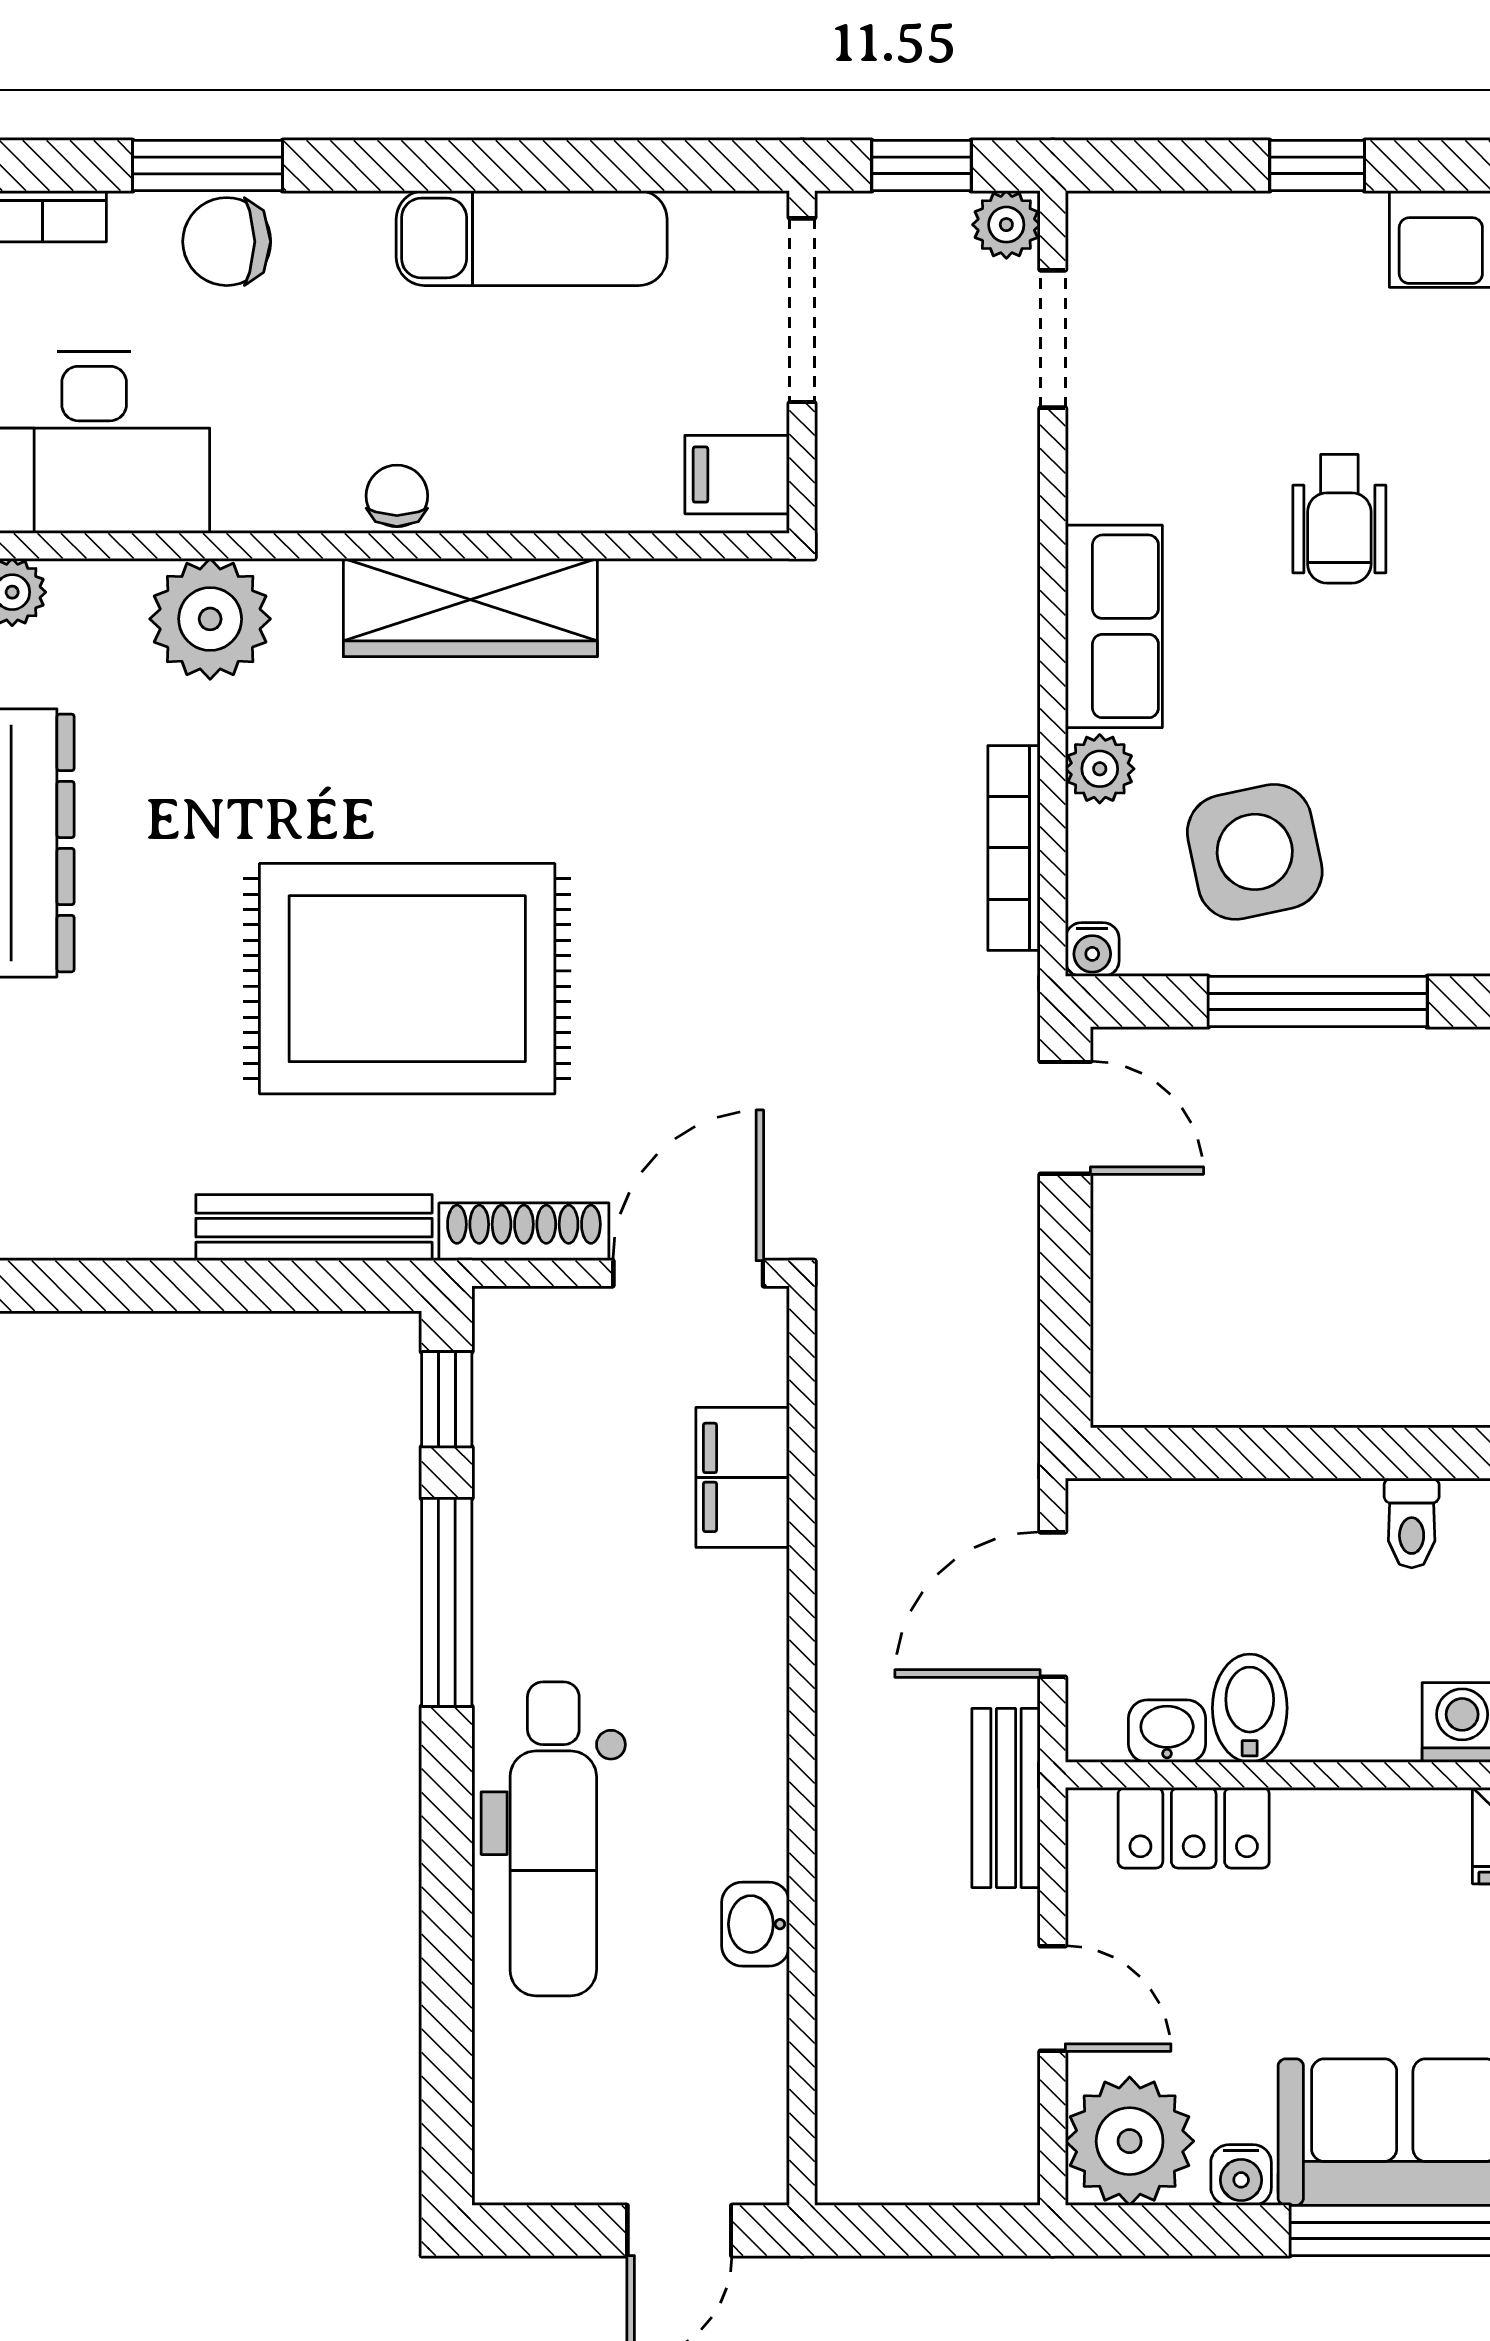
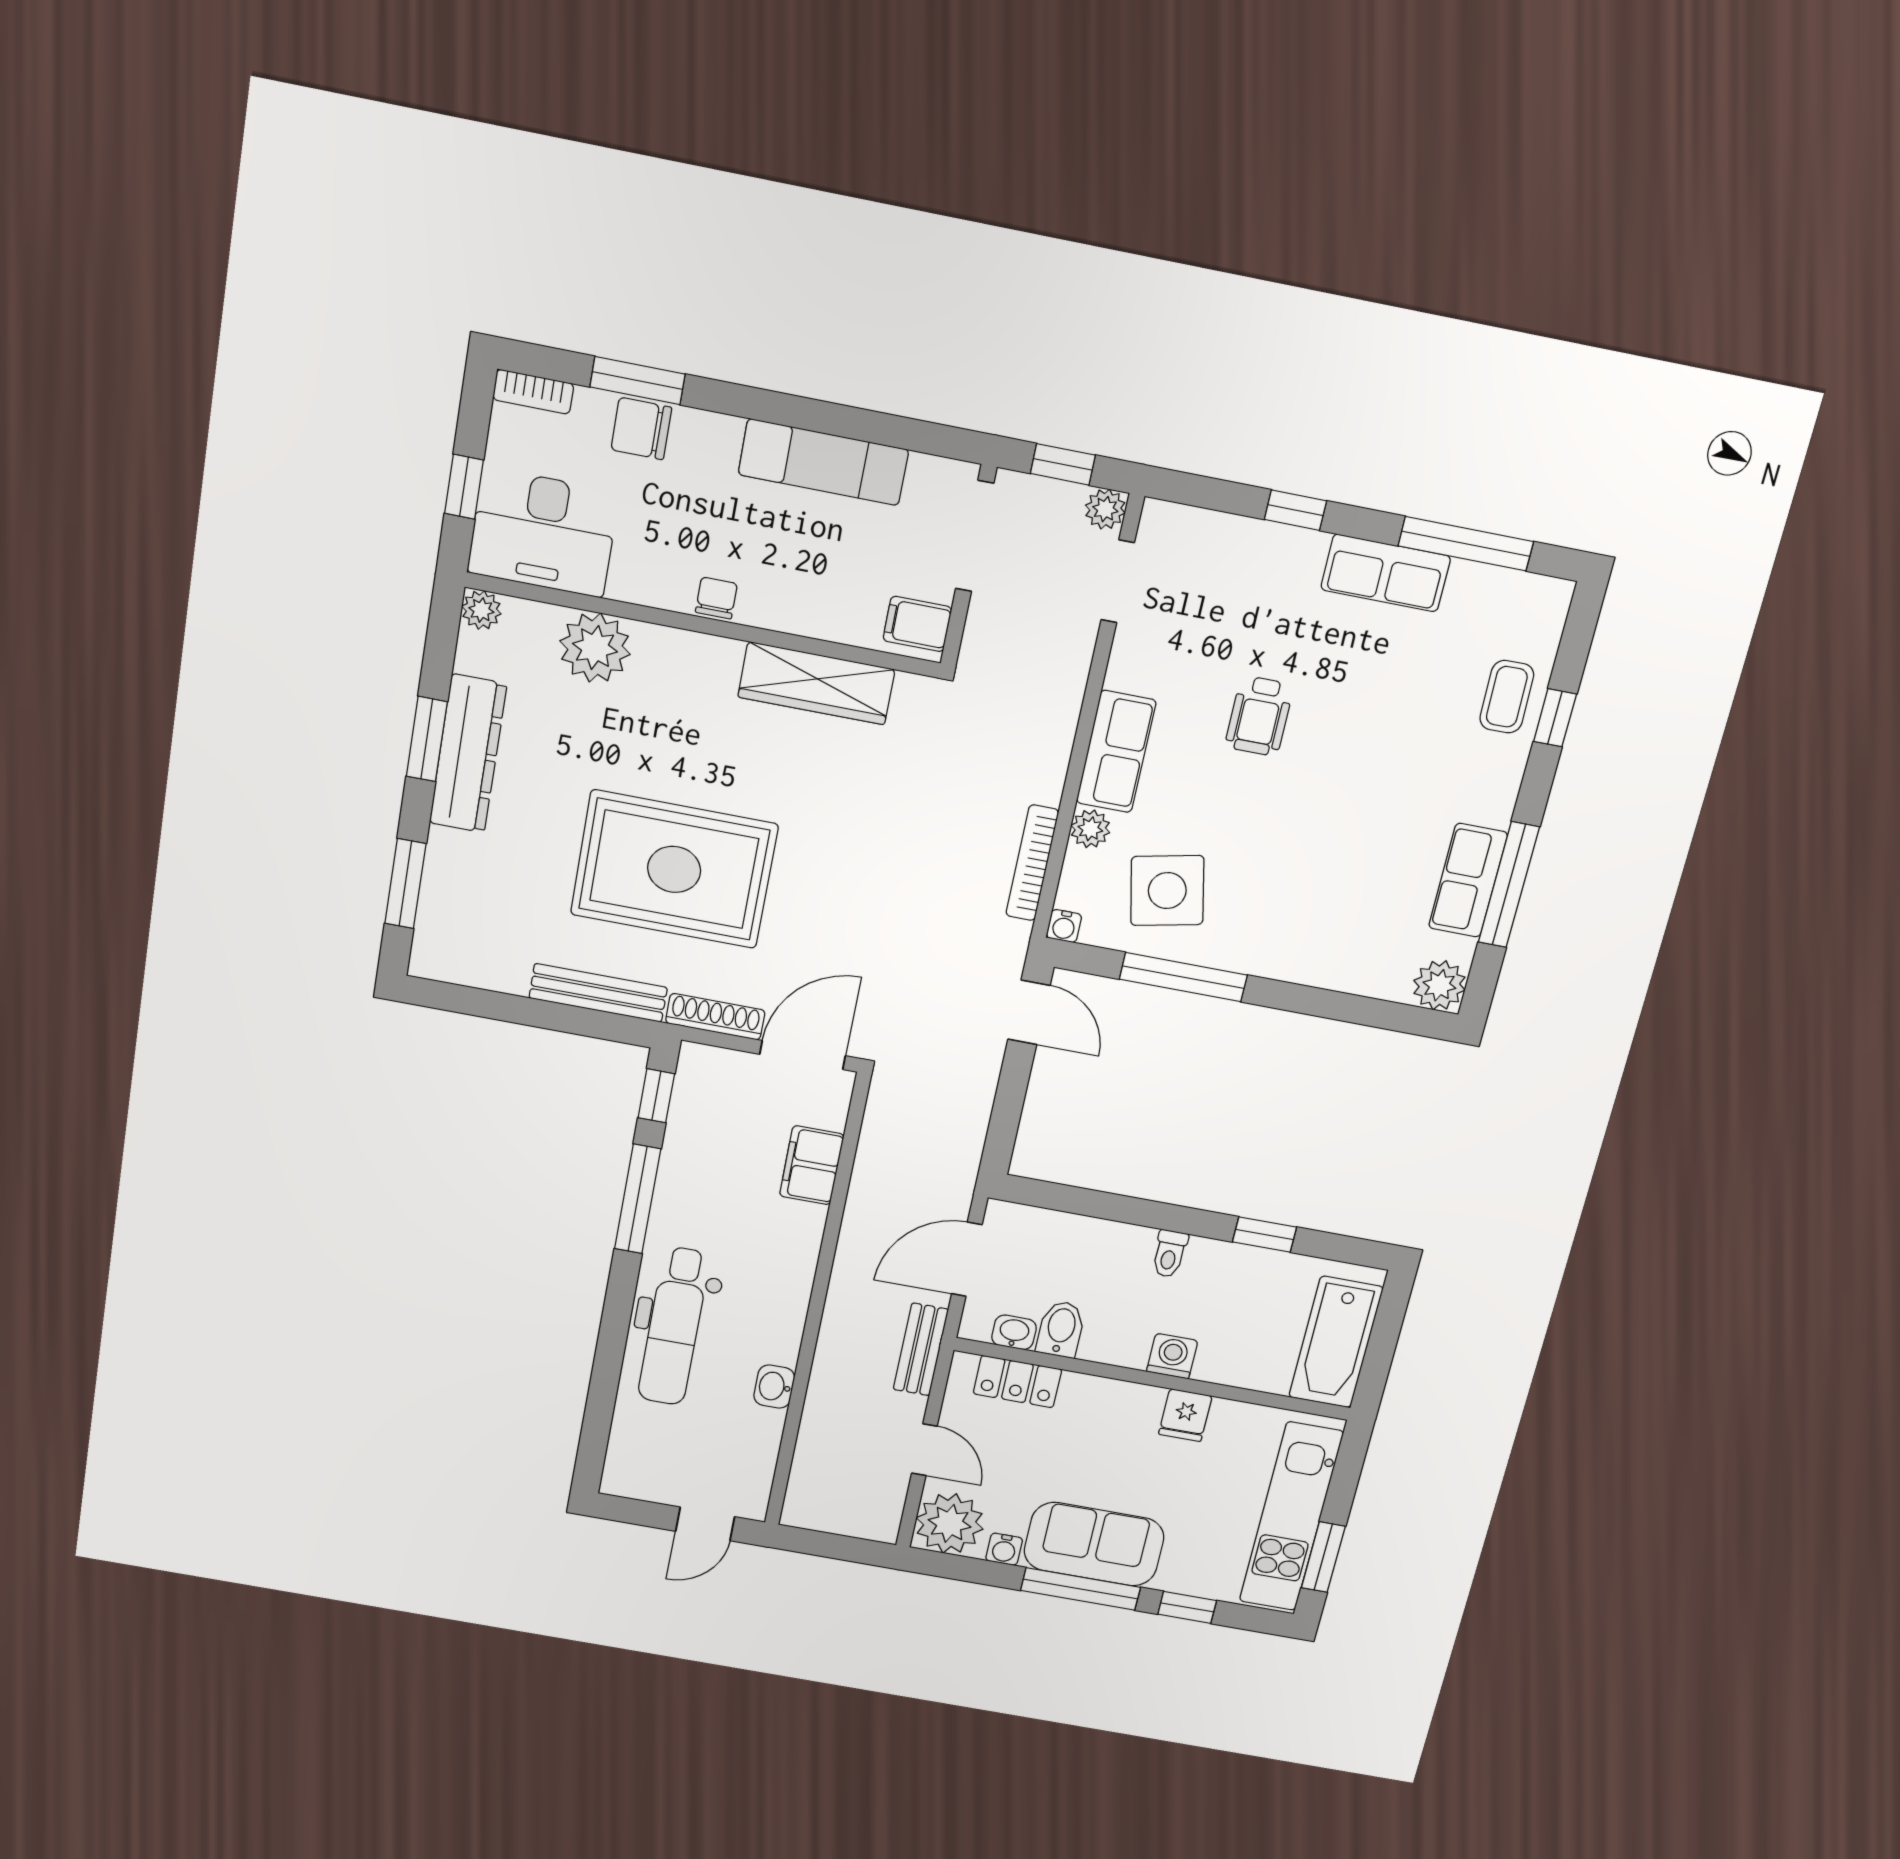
wardrobe: (470, 608) -> (816, 683), moved

